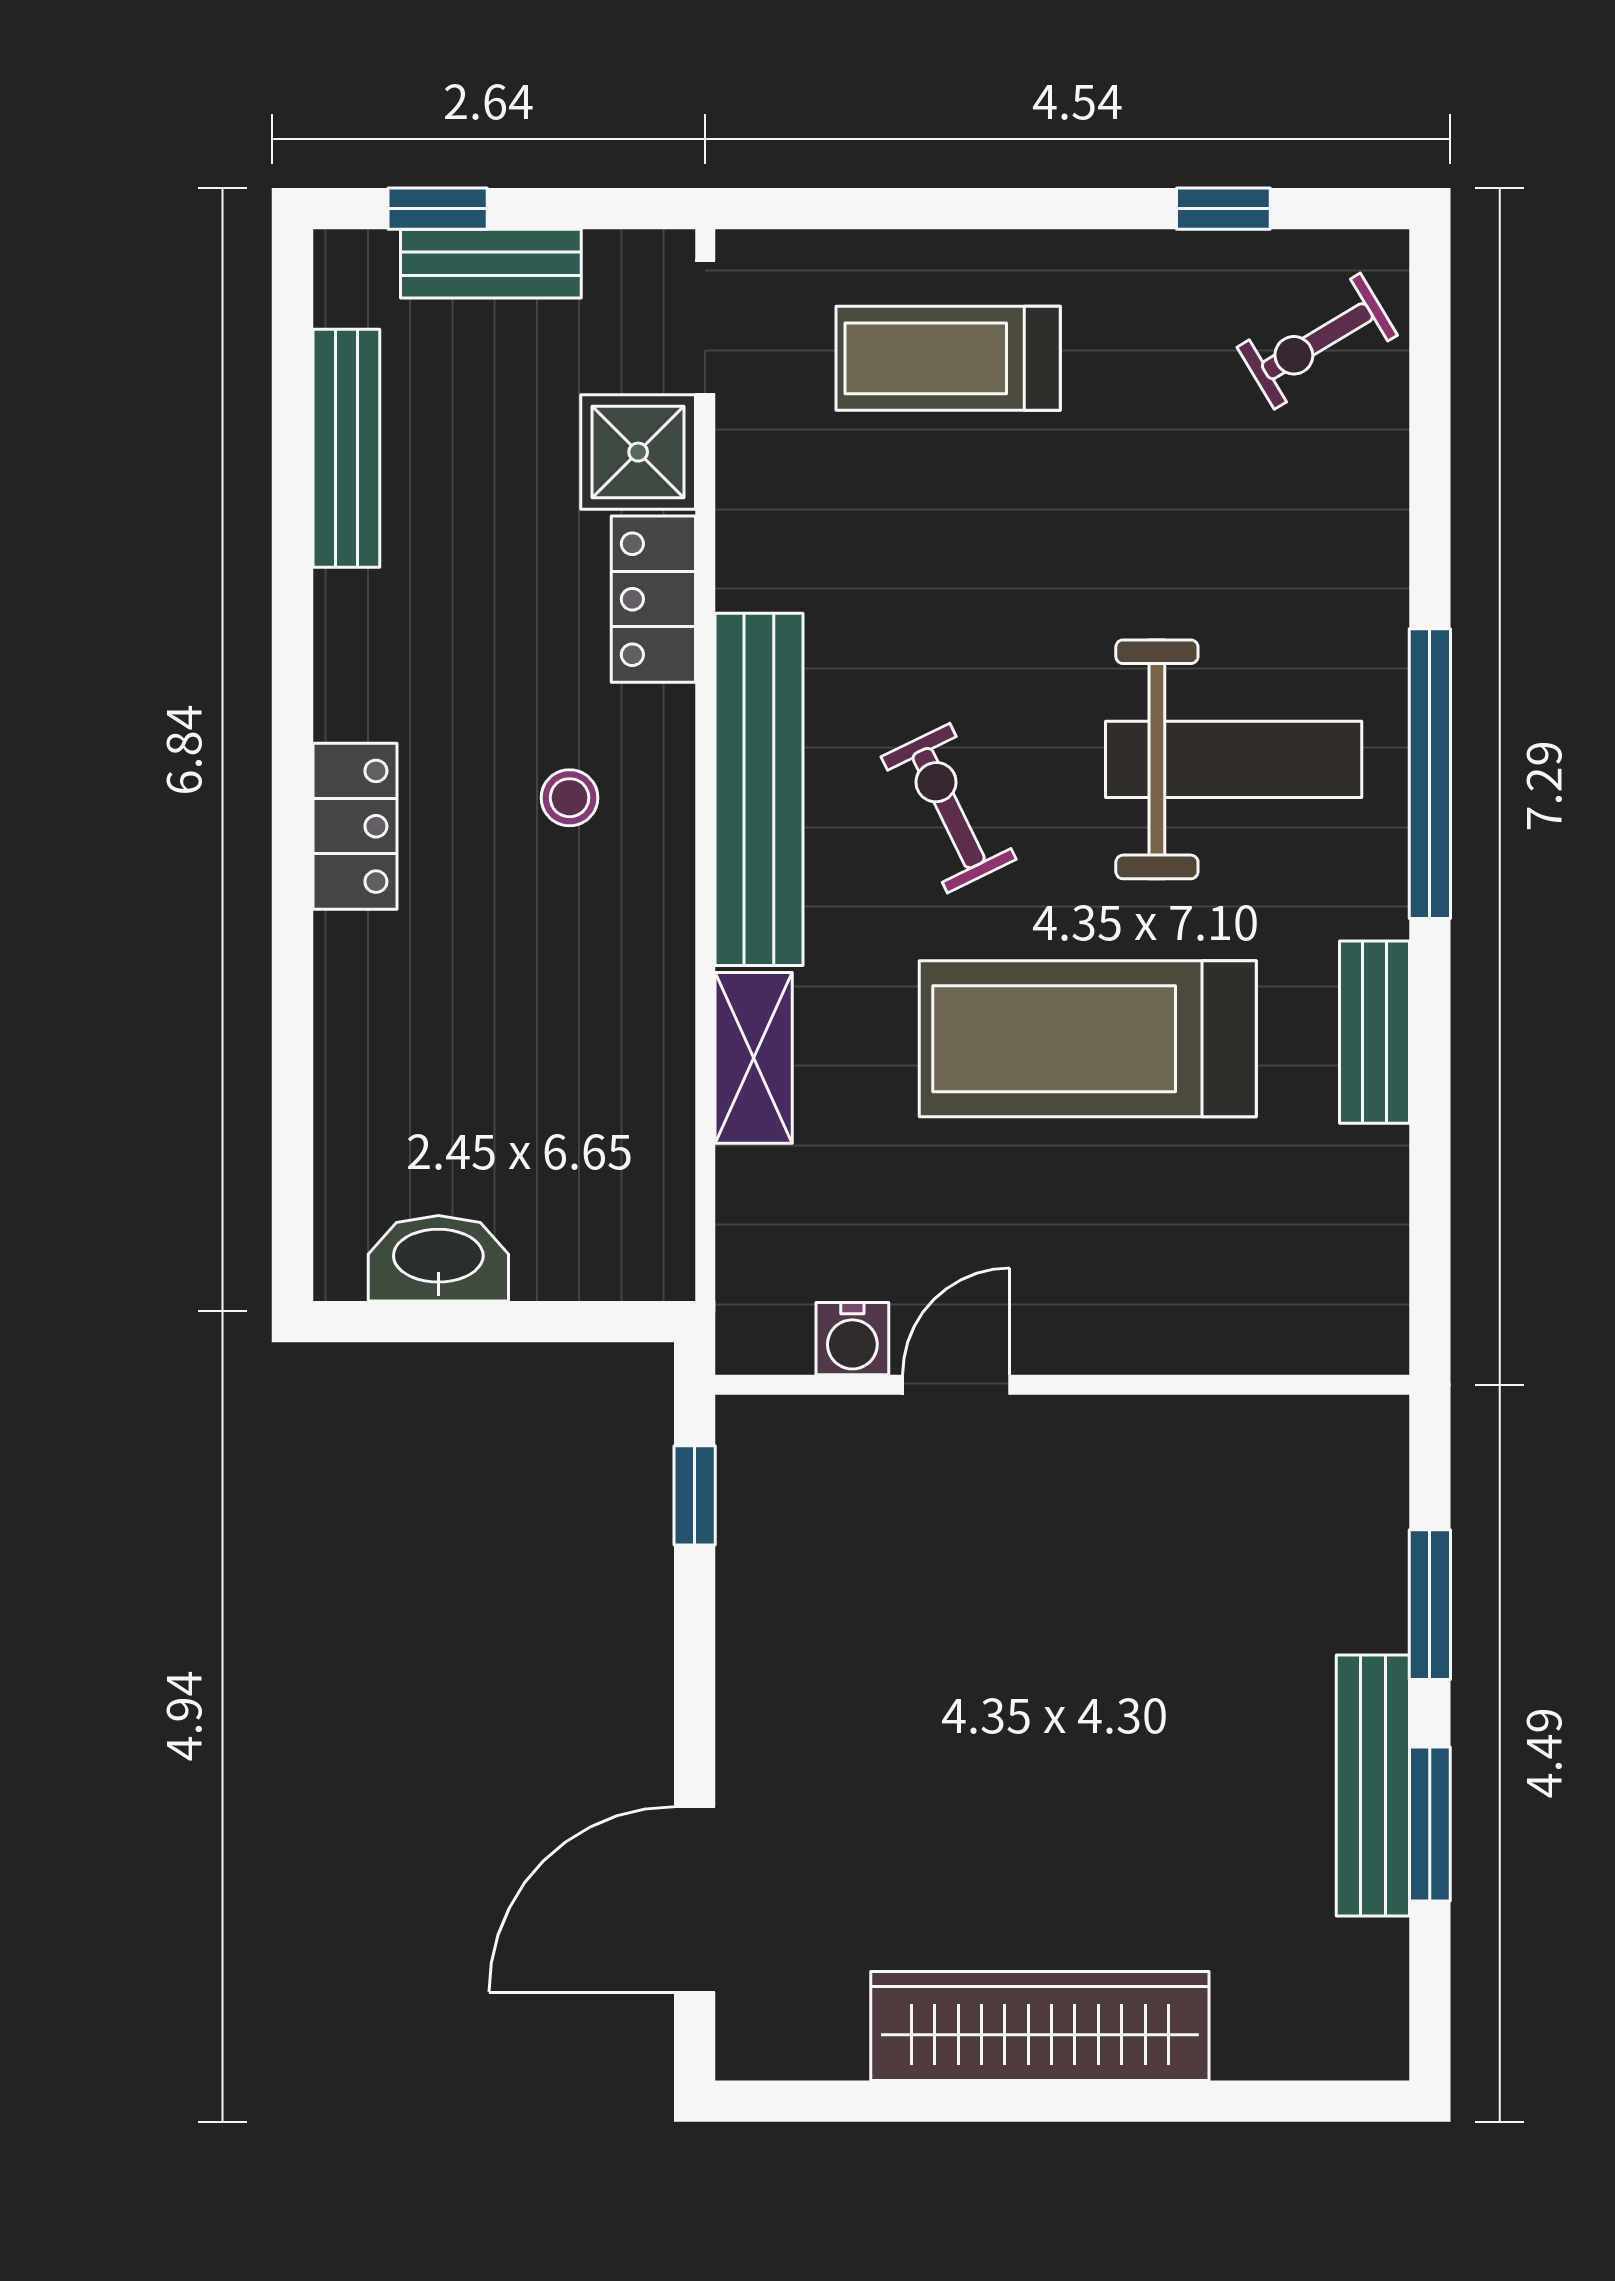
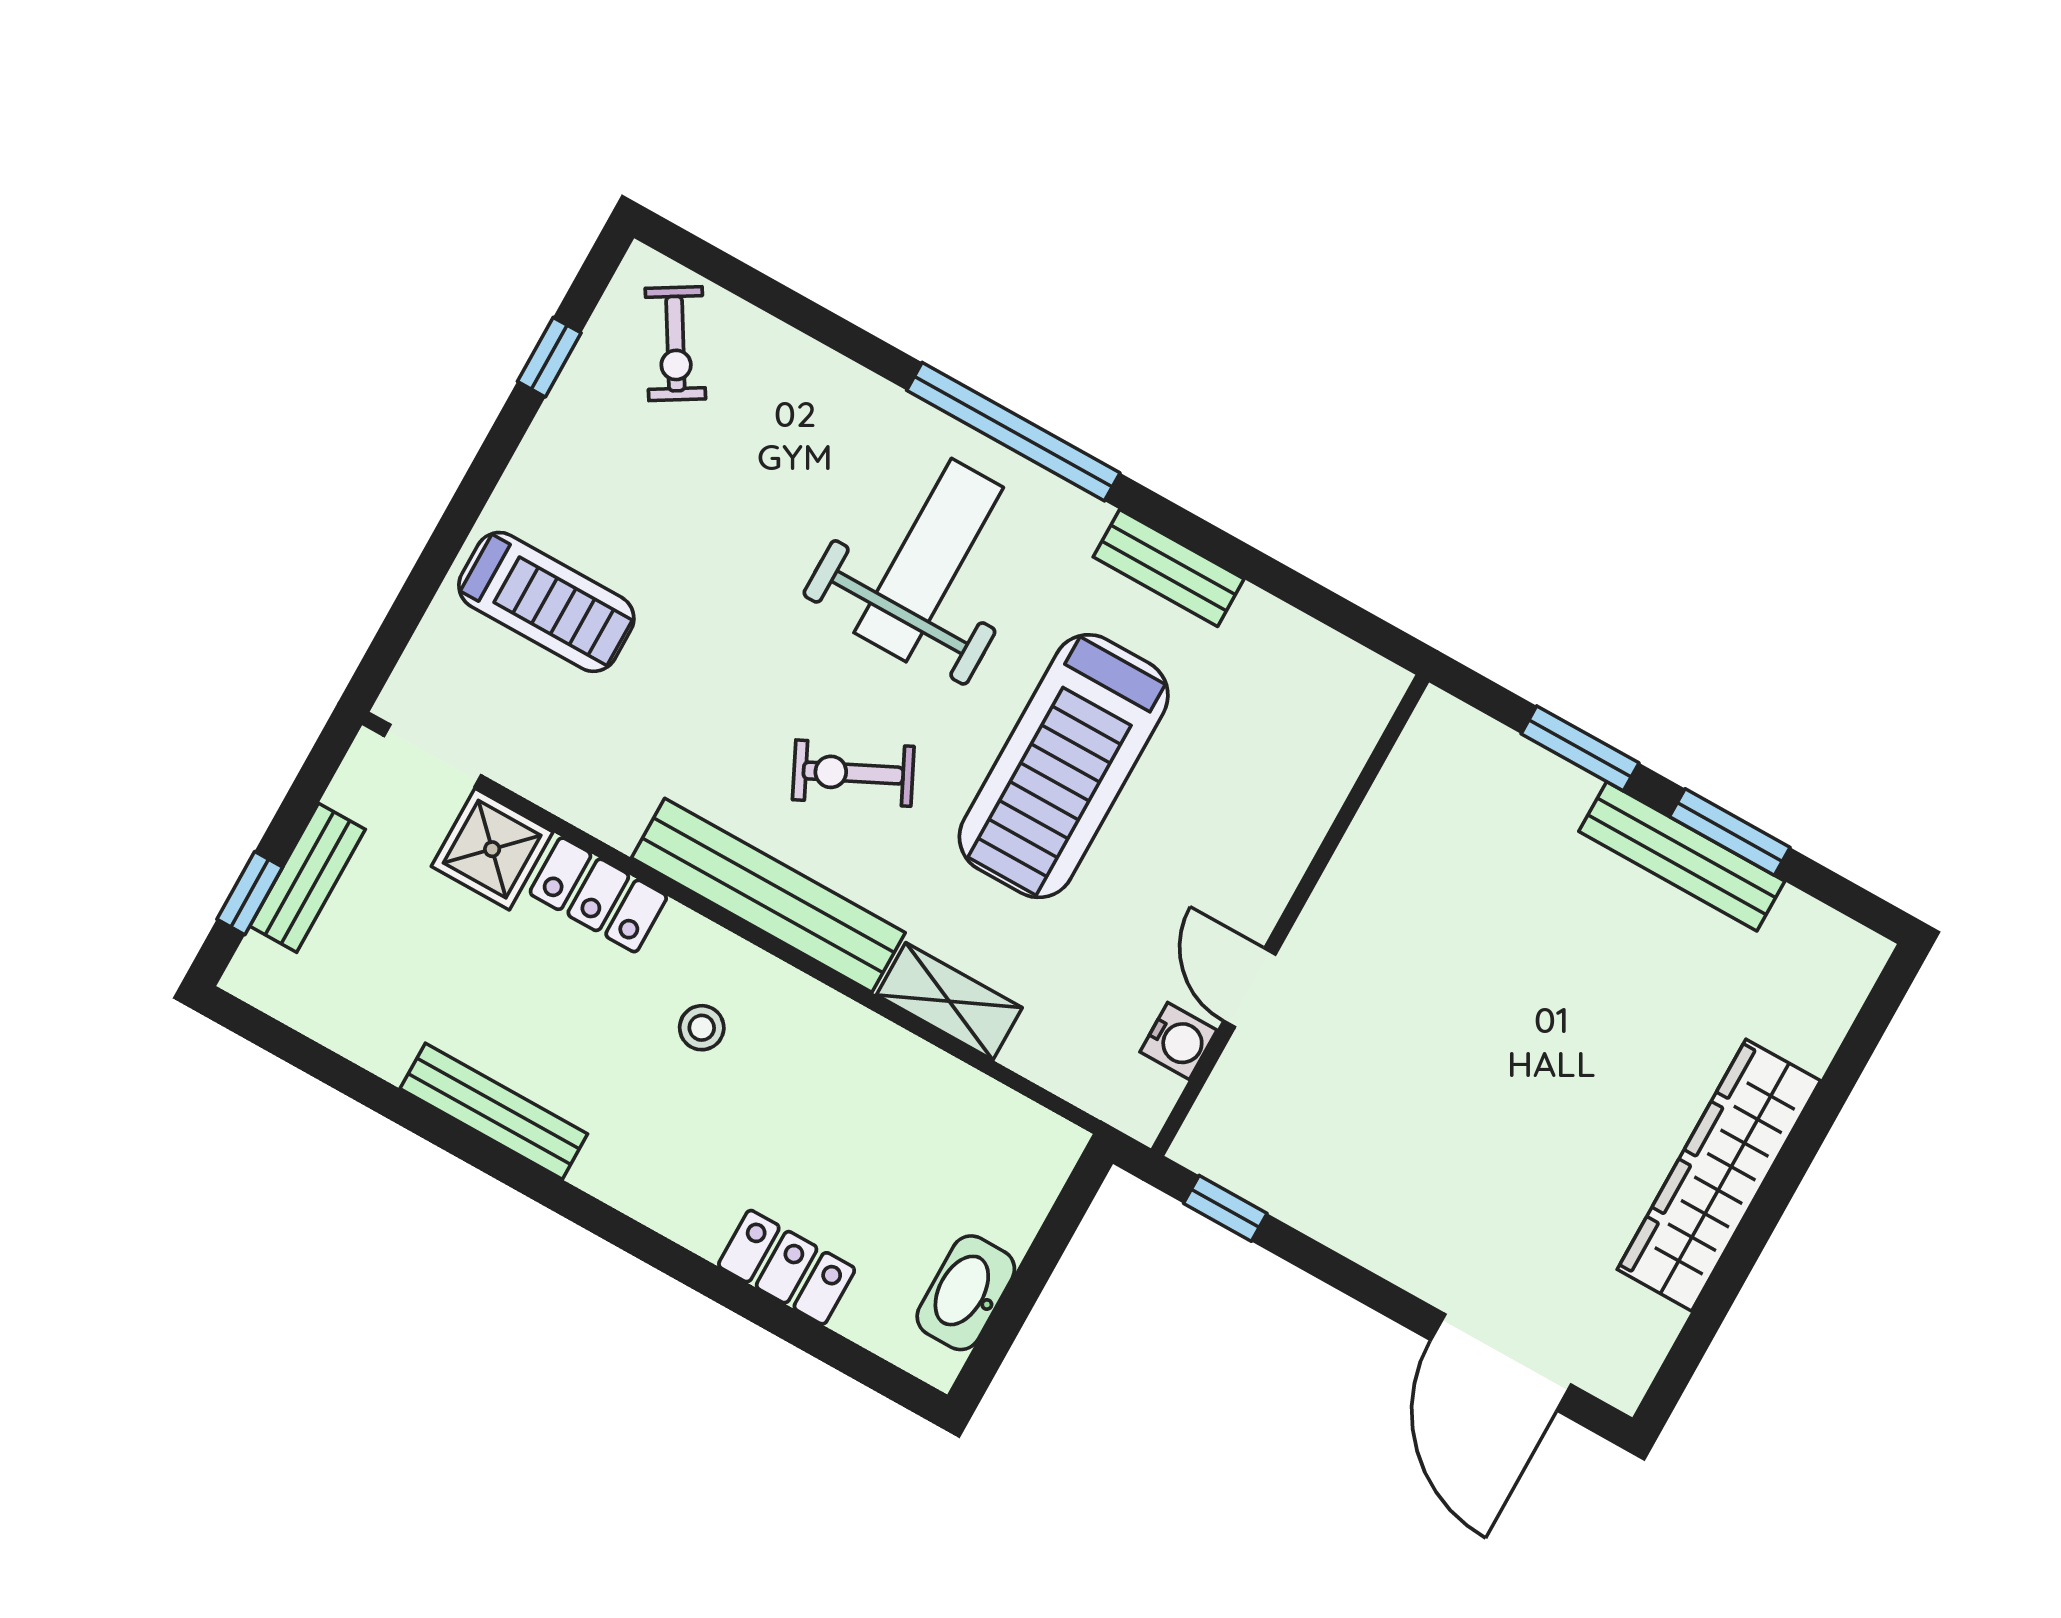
treadmill: (948, 358) -> (546, 602), turned -90
bench: (346, 448) -> (494, 1111), moved
locker: (355, 826) -> (787, 1267), moved

